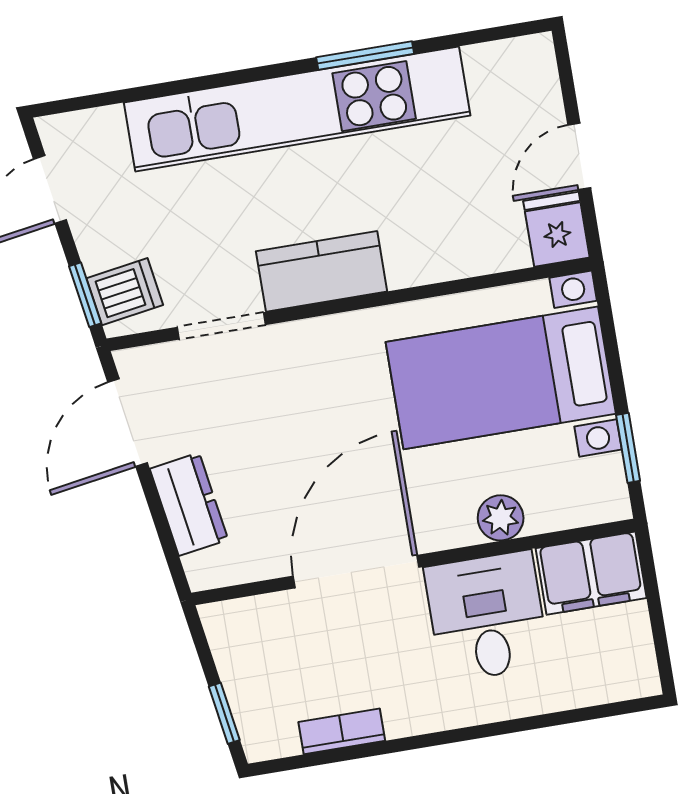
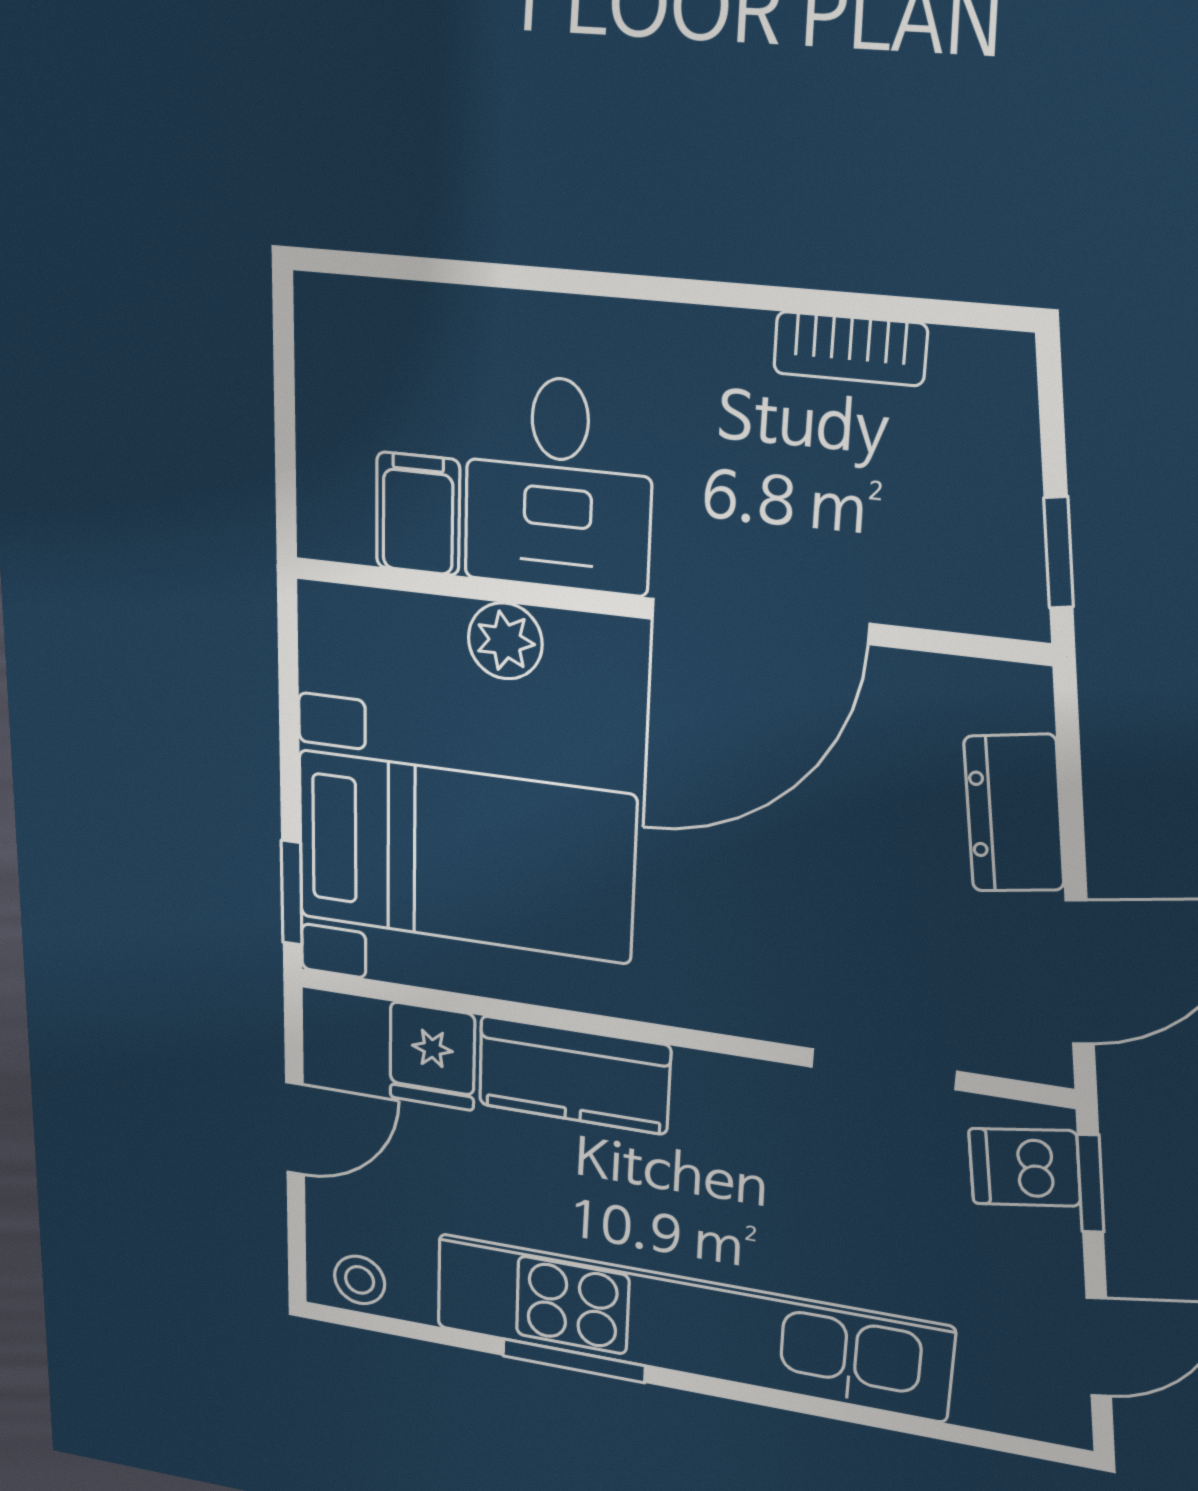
stool: (518, 61) -> (360, 1280), added
fridge: (556, 229) -> (432, 1056), moved
kitchen counter: (322, 271) -> (574, 1075), moved
window: (628, 448) -> (292, 893), moved
filing cabinet: (591, 573) -> (418, 514), width x0.50
window: (224, 713) -> (1059, 553), moved

